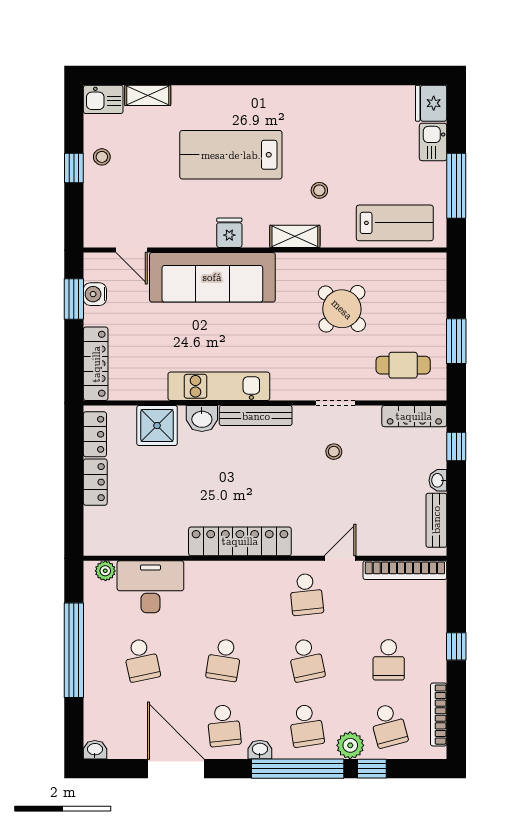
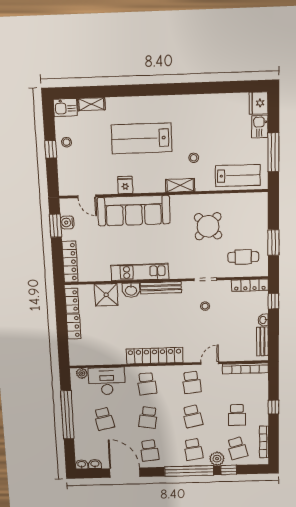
fridge: (229, 233) -> (125, 185), moved
school desk: (224, 594) -> (147, 384), added
washbasin: (260, 750) -> (95, 464), moved

